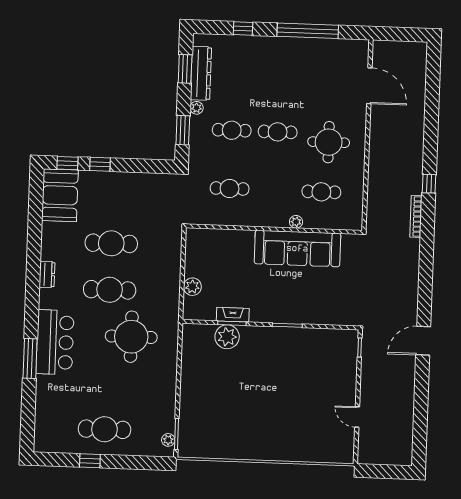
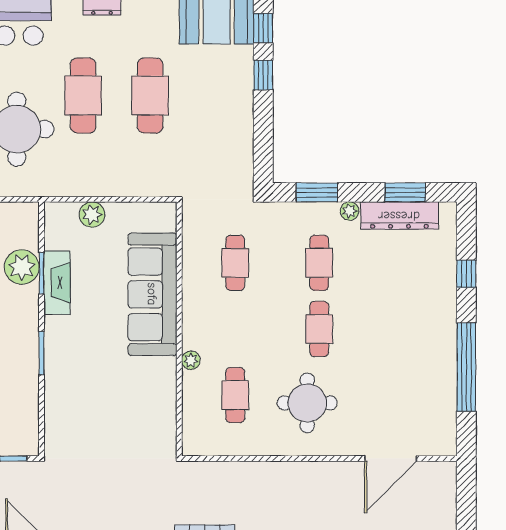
sofa: (297, 249) -> (152, 294), moved
fireplace: (233, 315) -> (57, 283), width x1.37, depth x1.32

